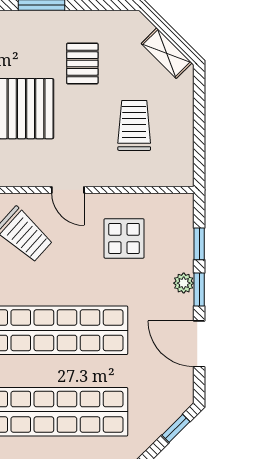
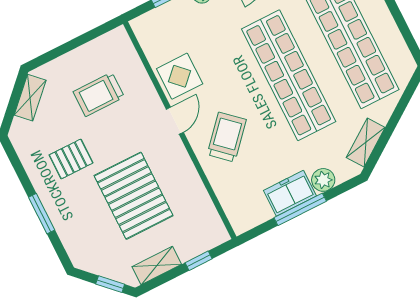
display table: (124, 238) -> (180, 76), moved

